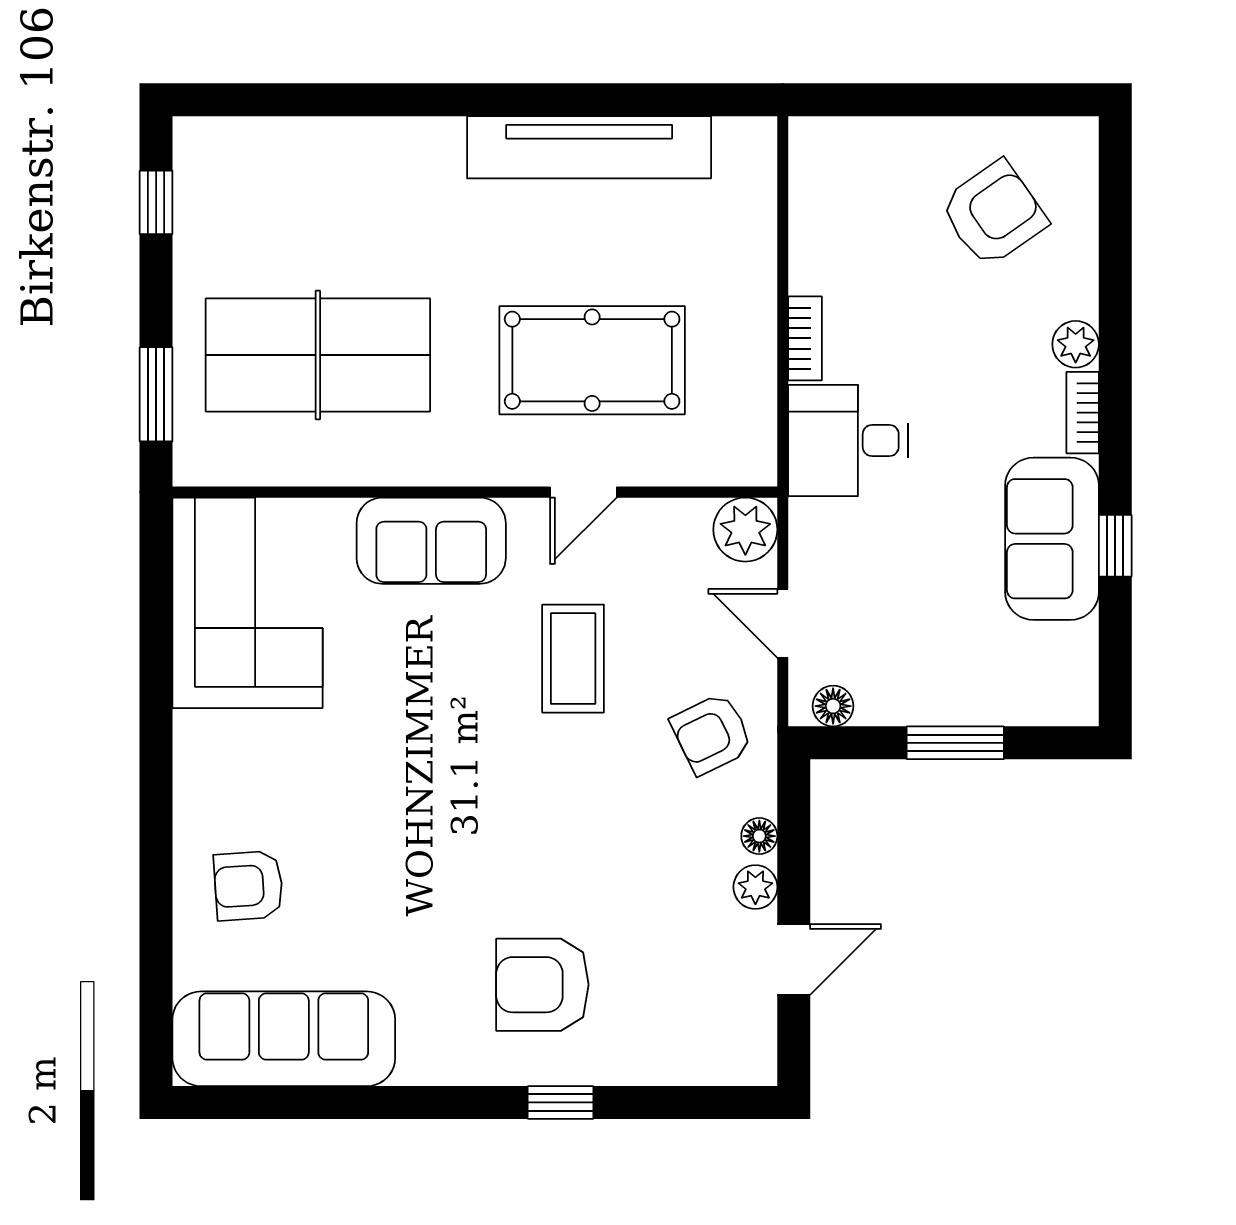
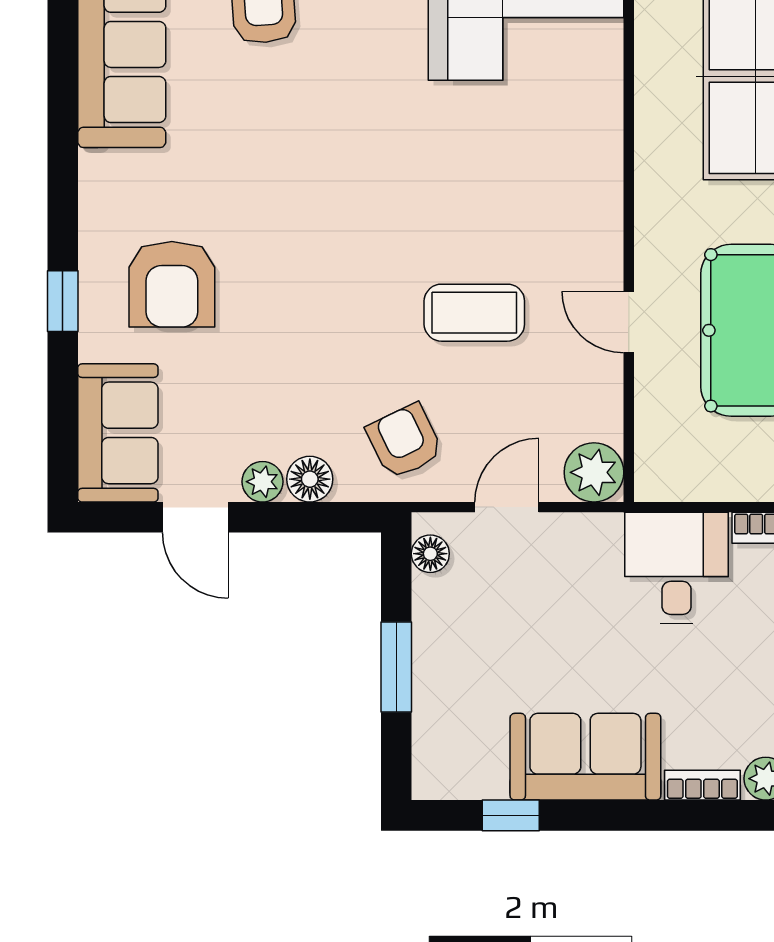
sofa: (431, 541) -> (118, 433), moved, turned 180
window: (1115, 546) -> (511, 815), moved
floor lamp: (759, 836) -> (310, 479), width x1.37, depth x1.37
armchair: (542, 985) -> (172, 284), turned 180

